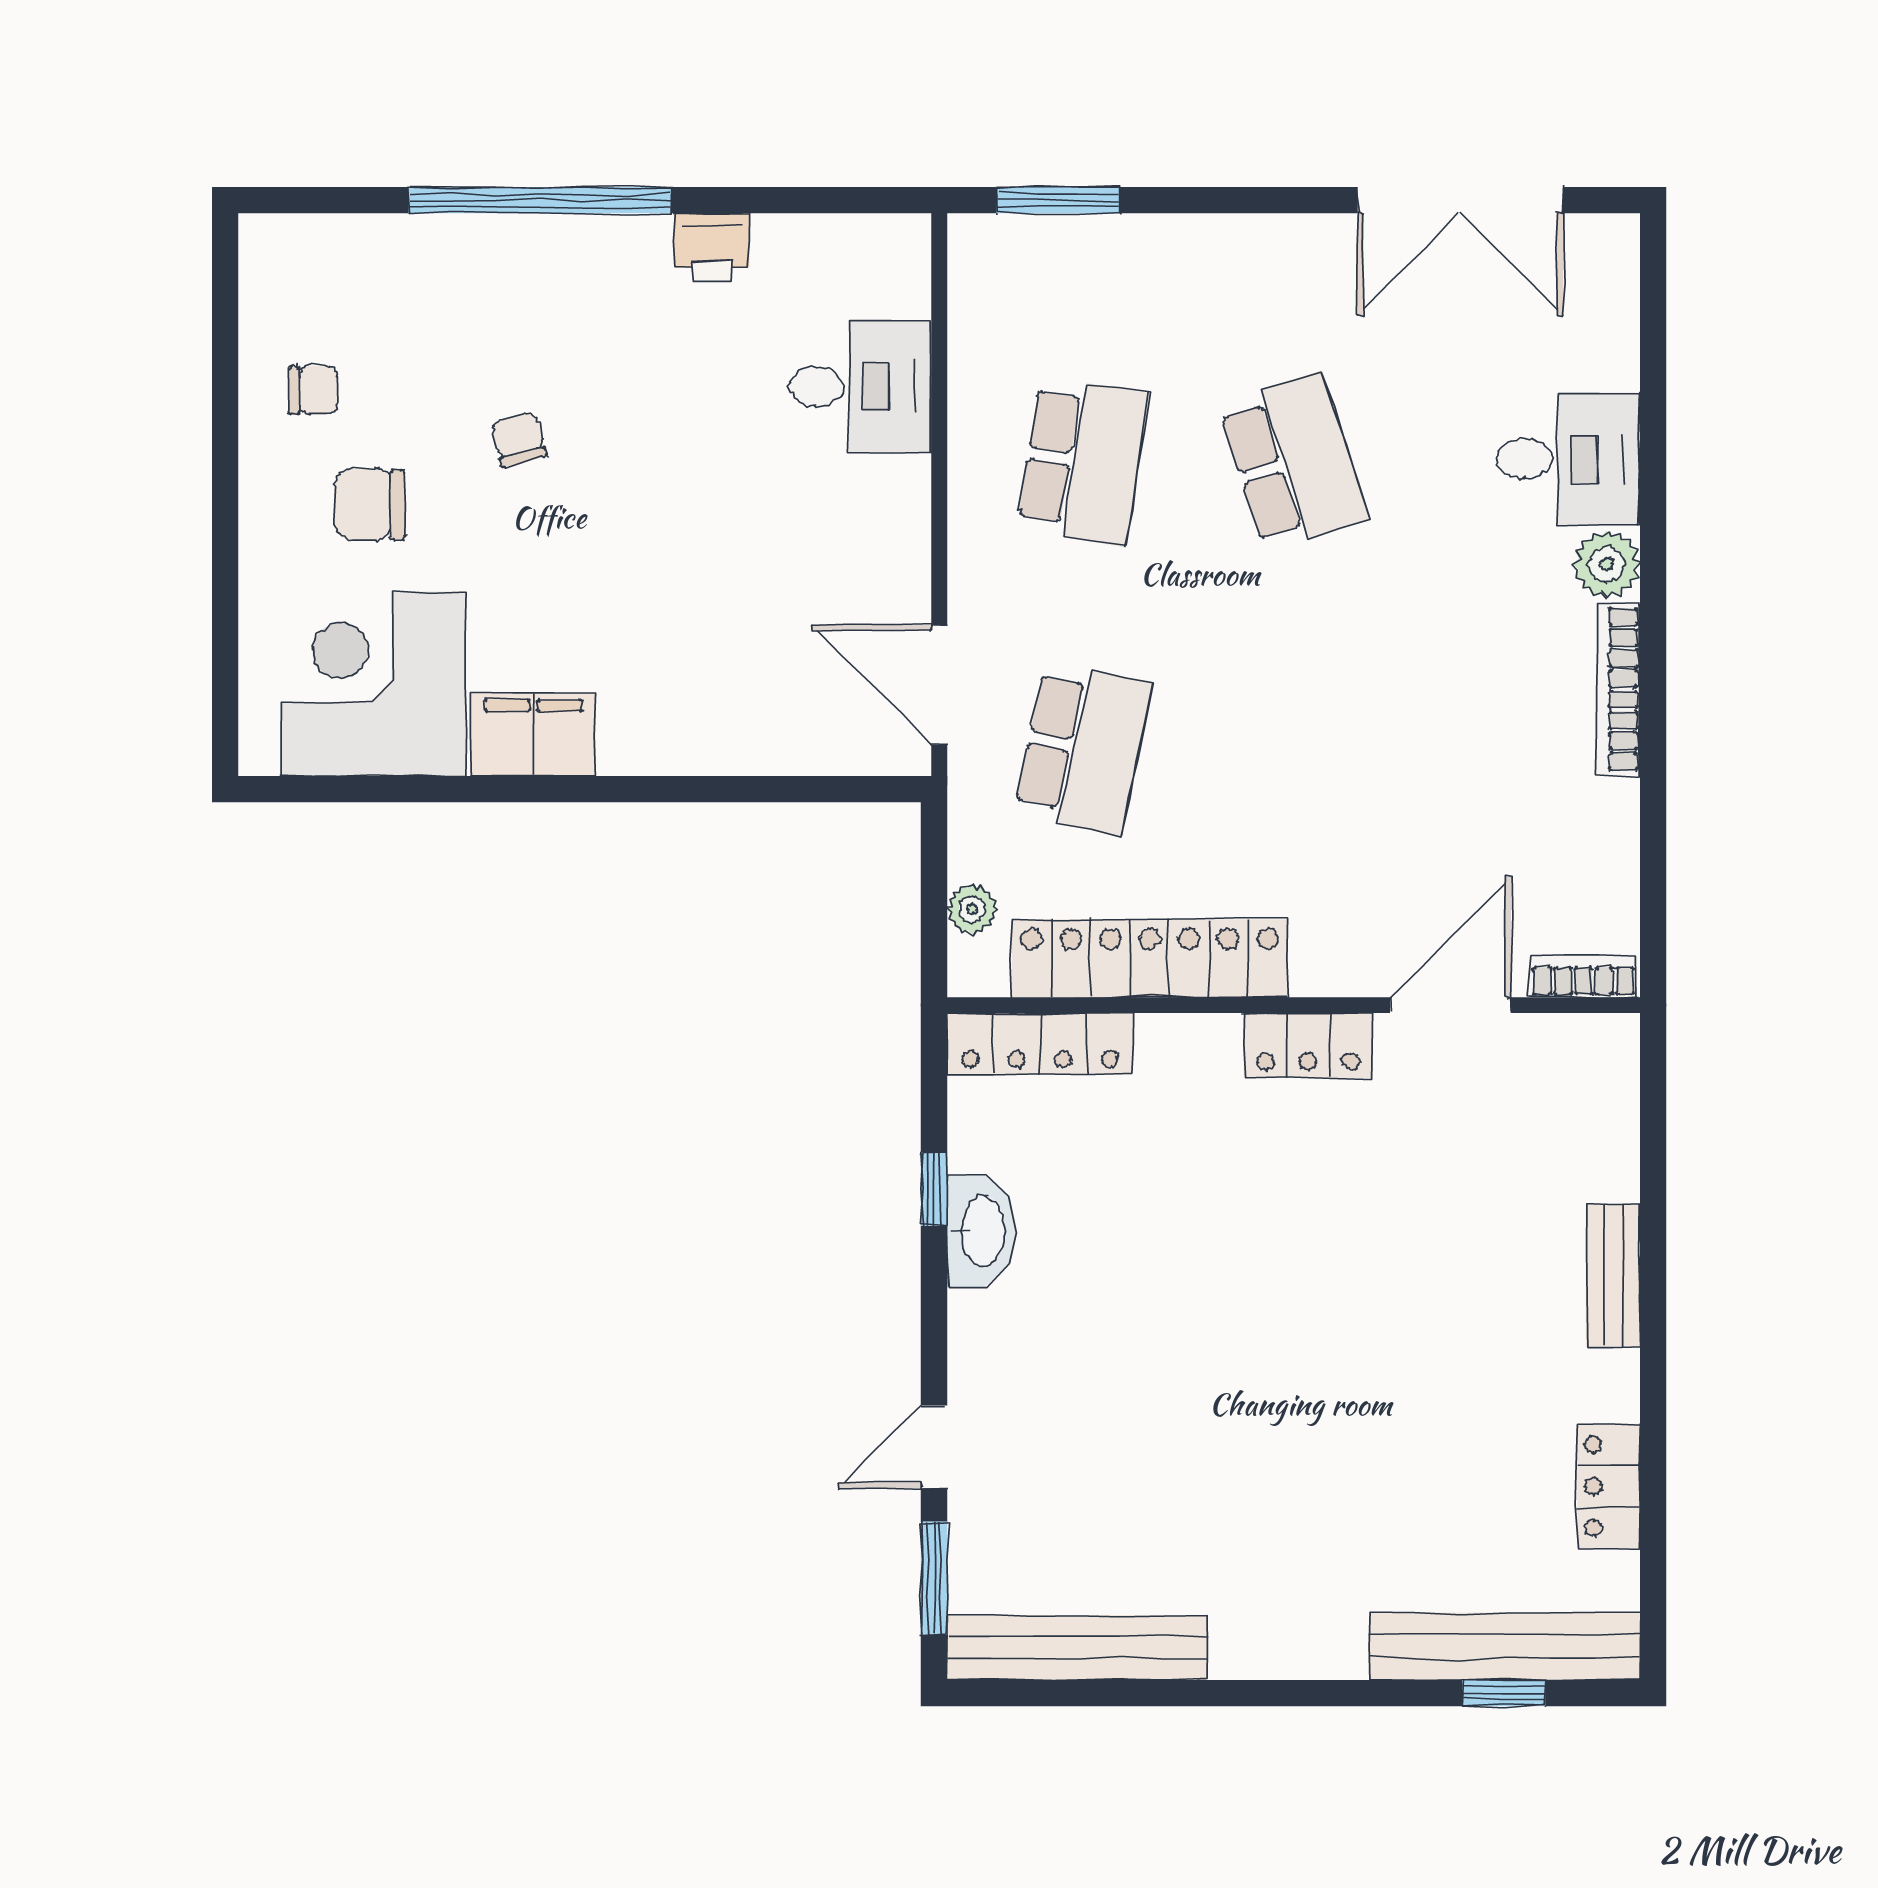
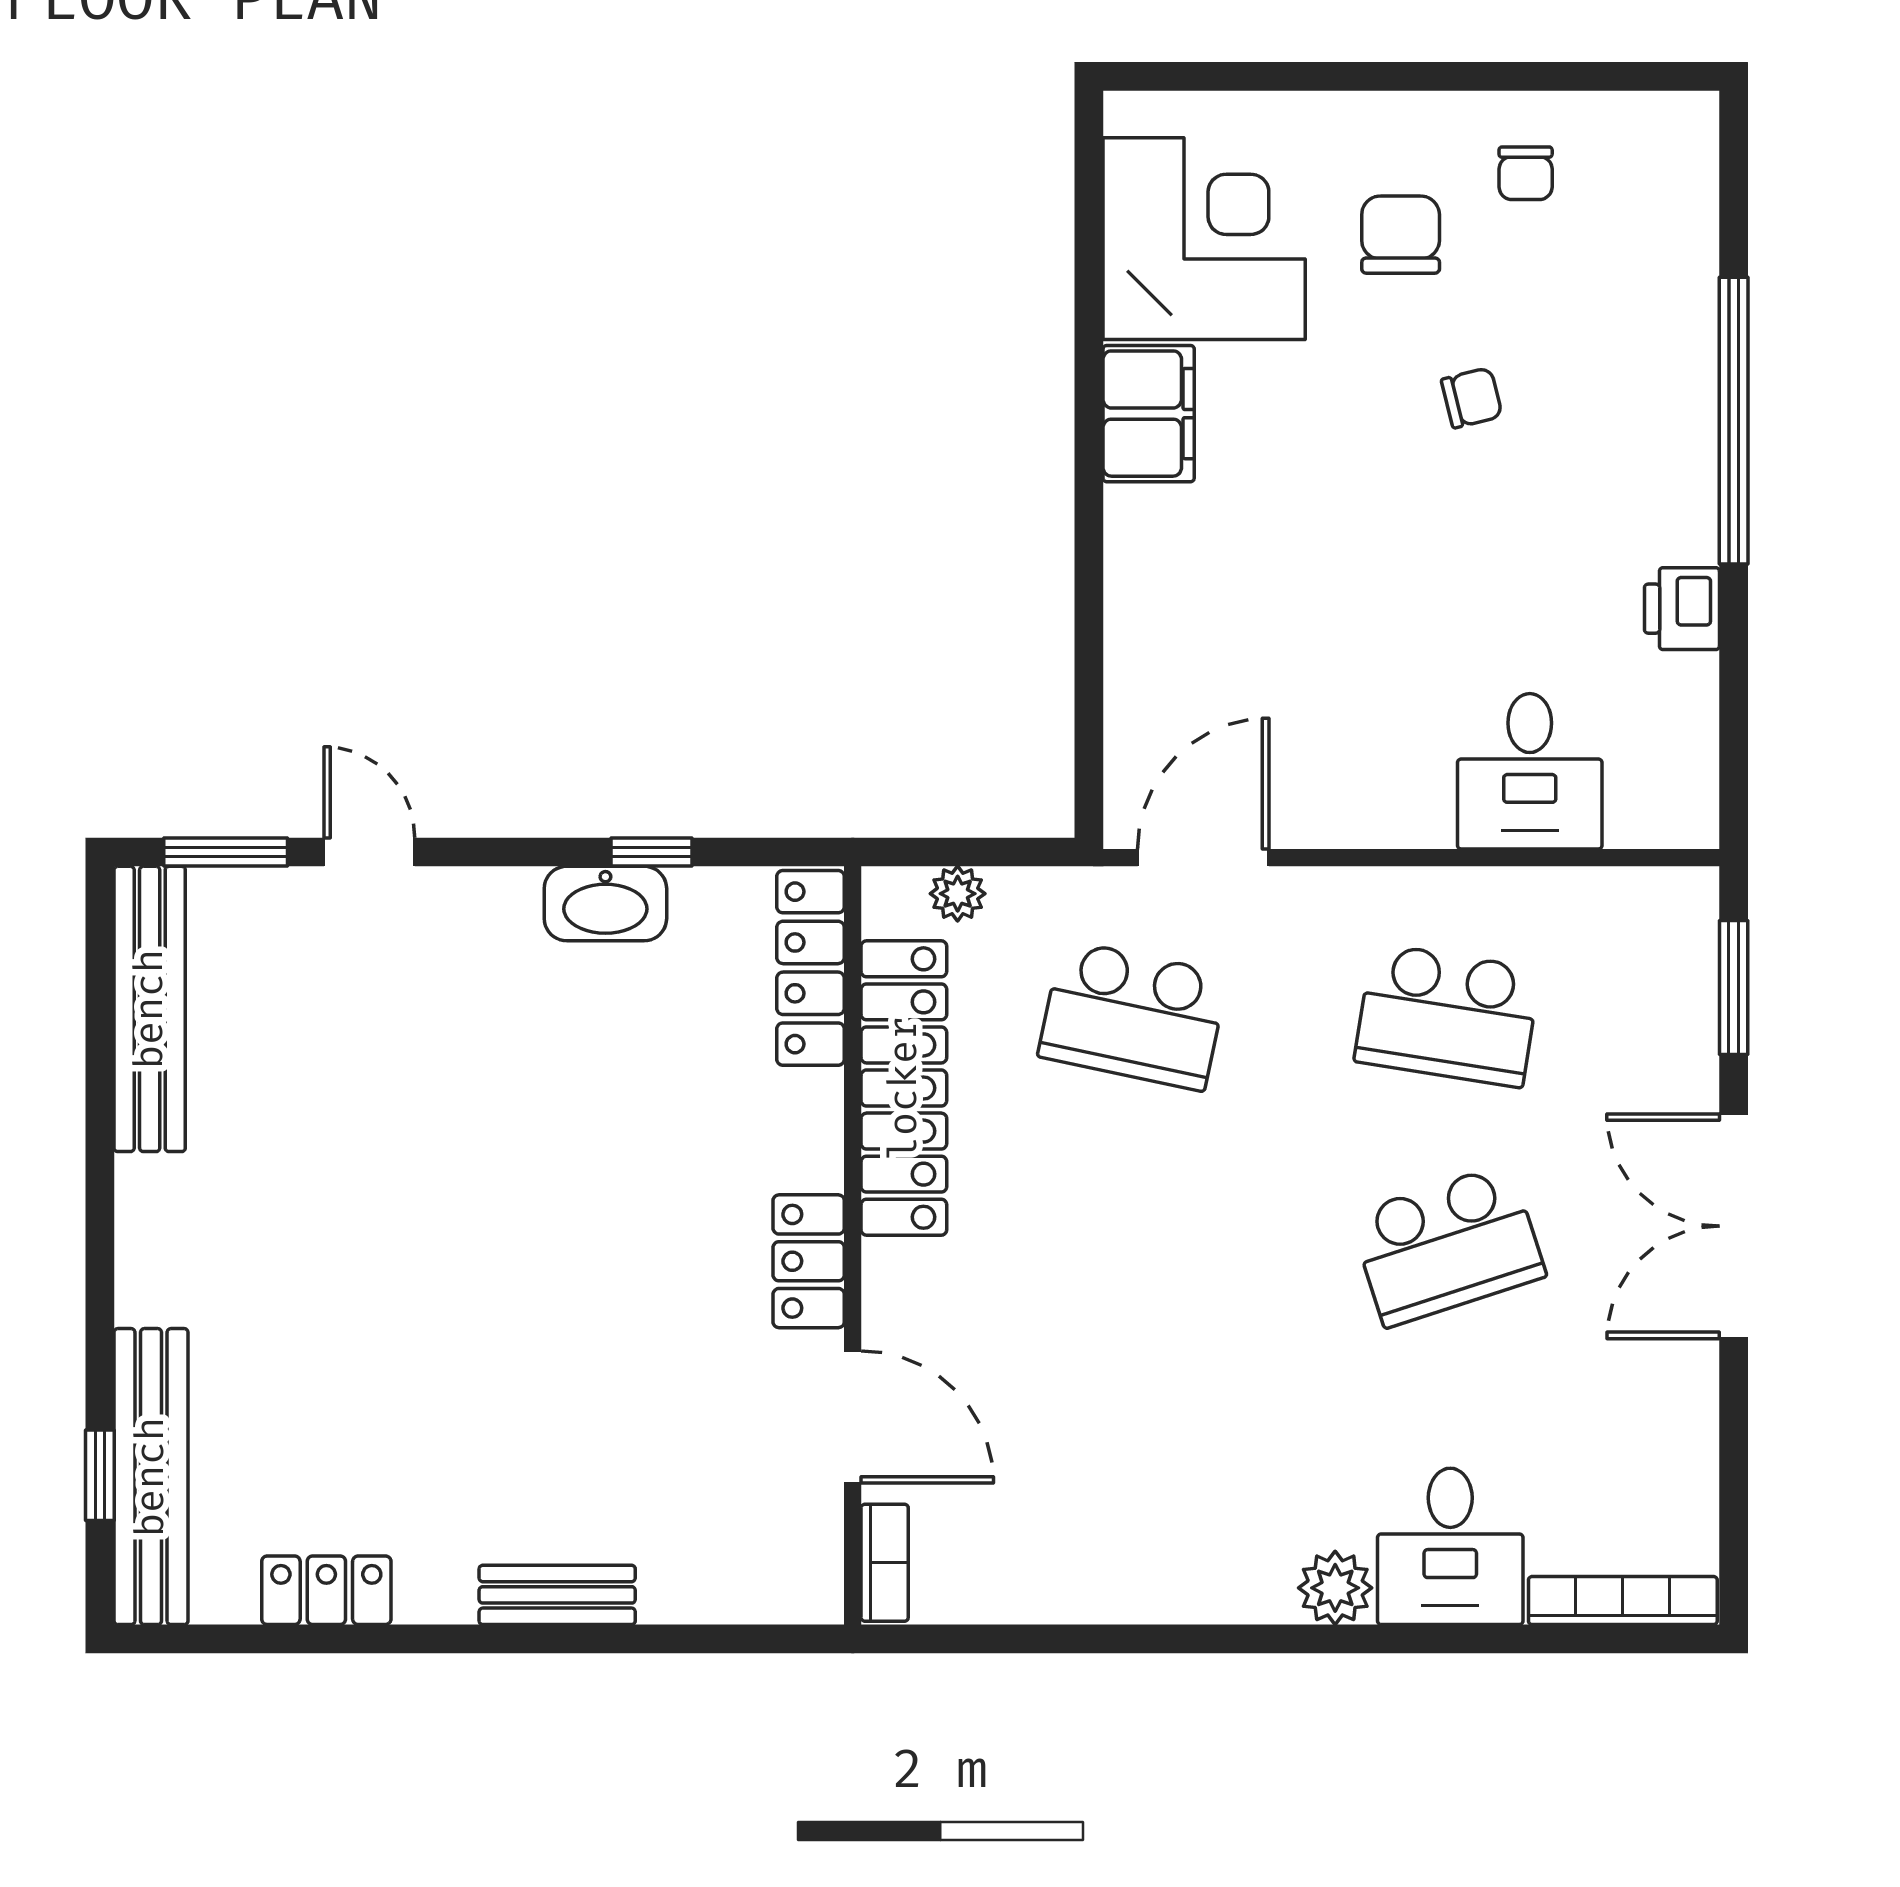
double door: (1460, 200) -> (1734, 1226), moved
bookcase: (1618, 689) -> (1623, 1601), moved

